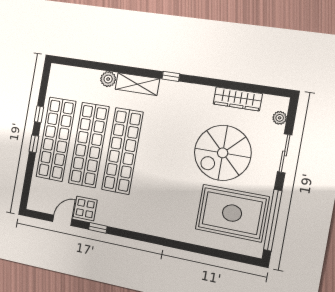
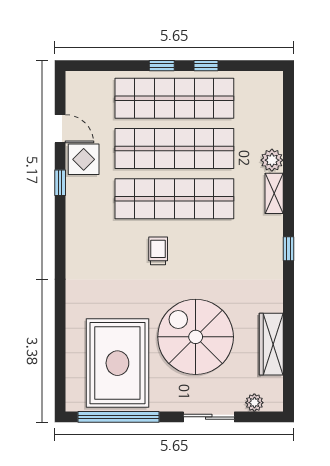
shelving: (137, 84) -> (274, 193), width x0.67, depth x0.75
trolley: (156, 169) -> (158, 251), added

